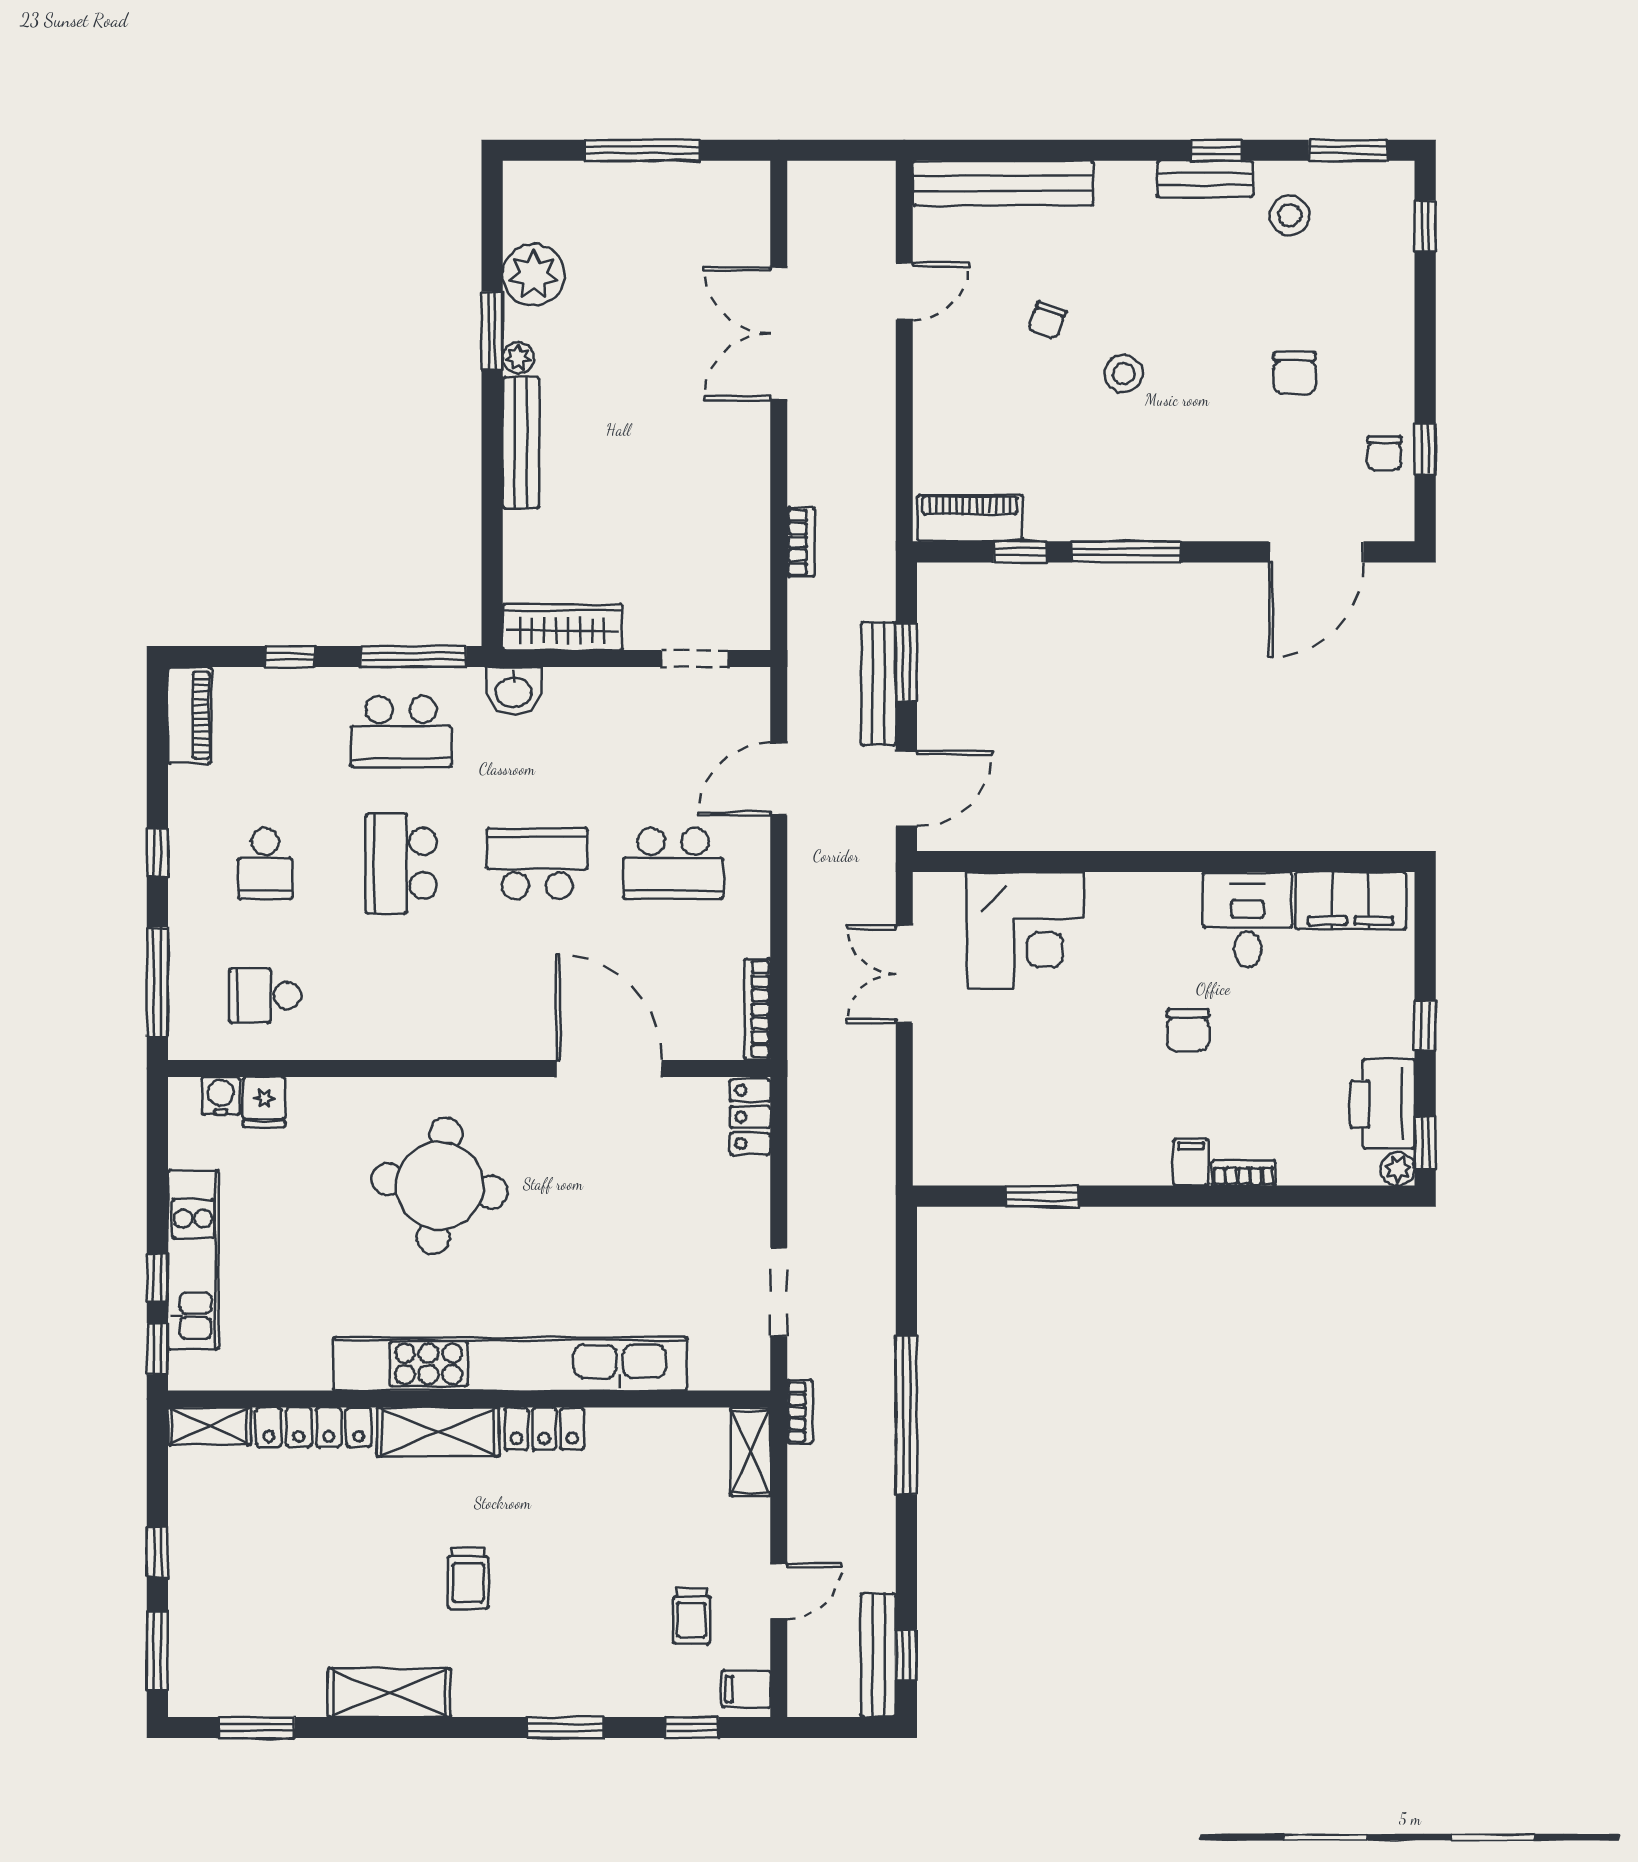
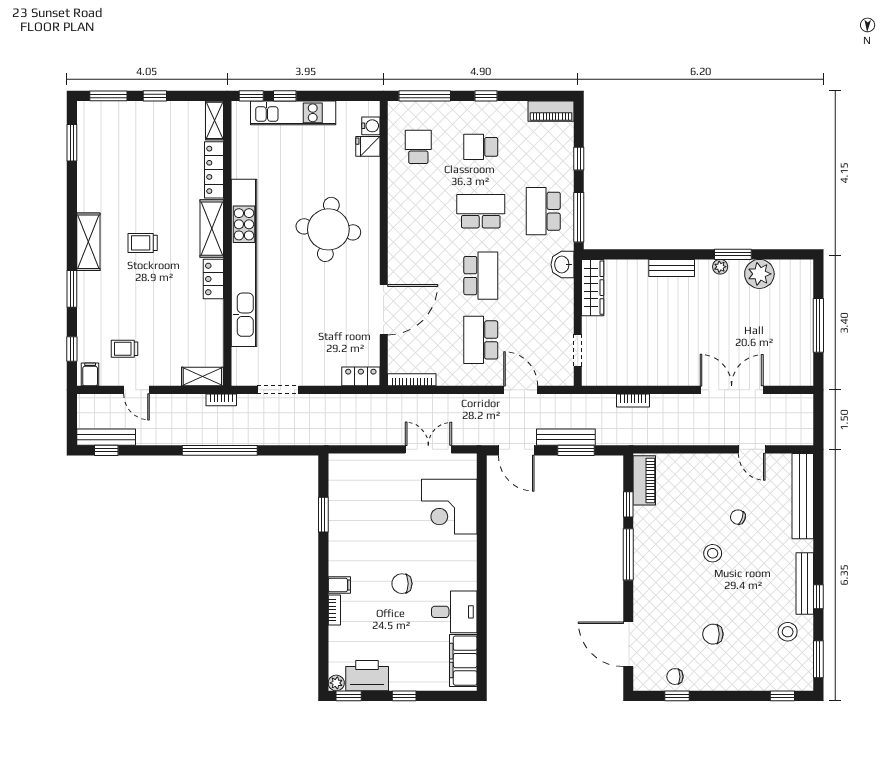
bench: (1205, 179) -> (805, 583), width x1.36
bench: (521, 443) -> (672, 268), width x0.73
shelving: (389, 1693) -> (88, 242), moved

